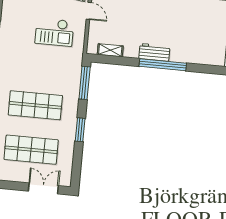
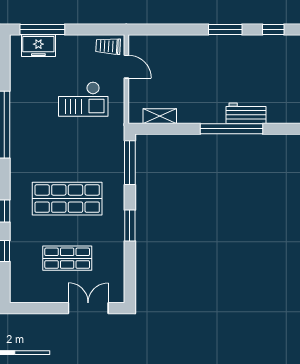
workbench: (154, 52) -> (246, 113), moved
shop shelf: (31, 150) -> (67, 258), width x0.70, depth x0.74

